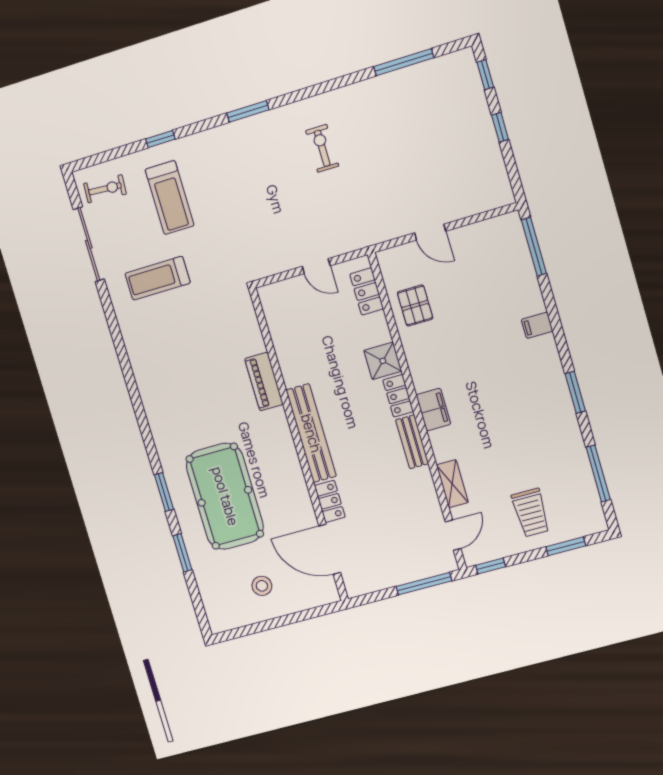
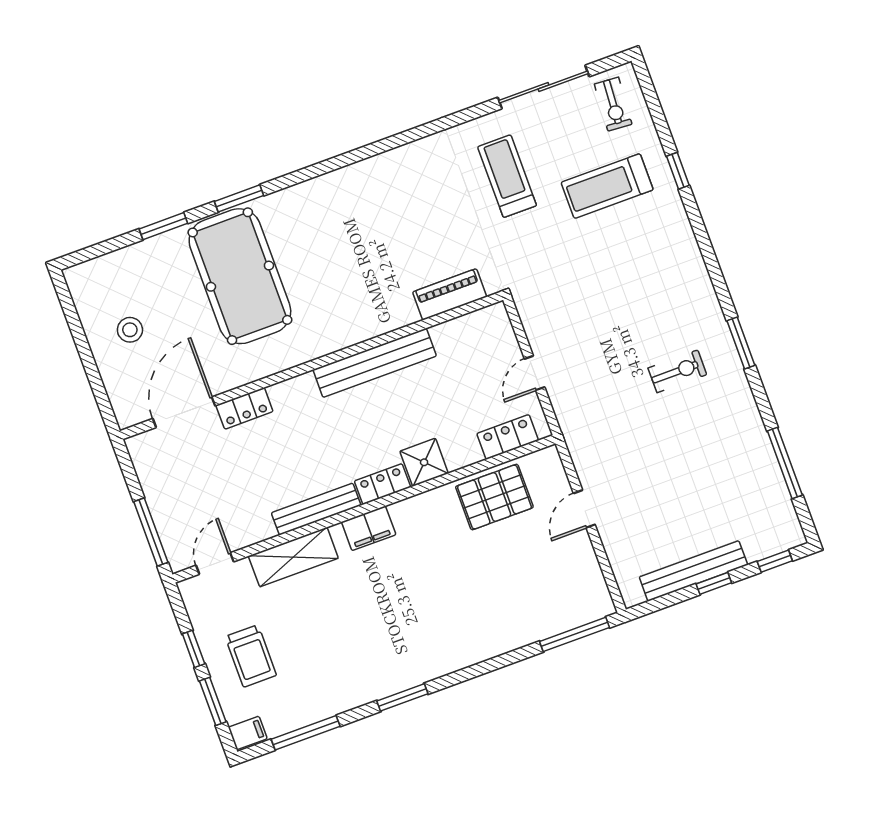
window: (248, 111) -> (741, 343), moved
bench: (488, 144) -> (693, 571), added
pallet: (415, 305) -> (494, 497), width x1.50, depth x1.42
filing cabinet: (537, 325) -> (248, 733), moved, turned 90
piano: (264, 382) -> (450, 294), moved
bench: (311, 433) -> (375, 363), moved
bench: (412, 442) -> (316, 509), width x1.36
shelving: (452, 484) -> (293, 557), width x1.50, depth x1.33
pool table: (225, 496) -> (240, 276), turned 90
trolley: (531, 513) -> (251, 656), turned -90
door: (453, 535) -> (215, 564), swing flipped
window: (491, 566) -> (194, 649), moved

